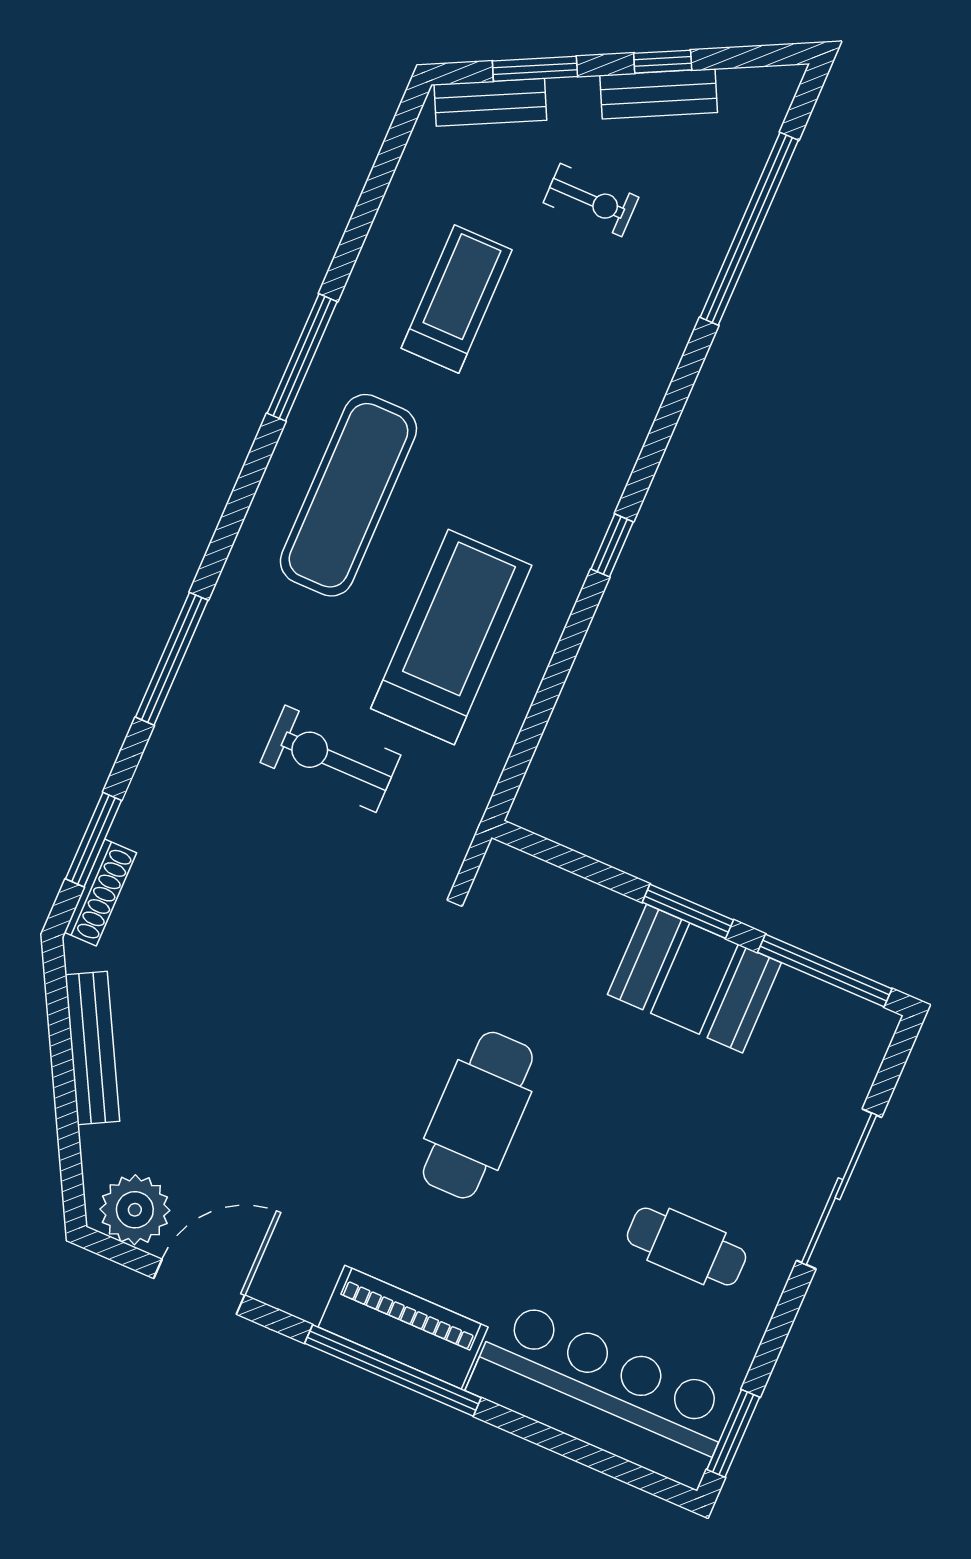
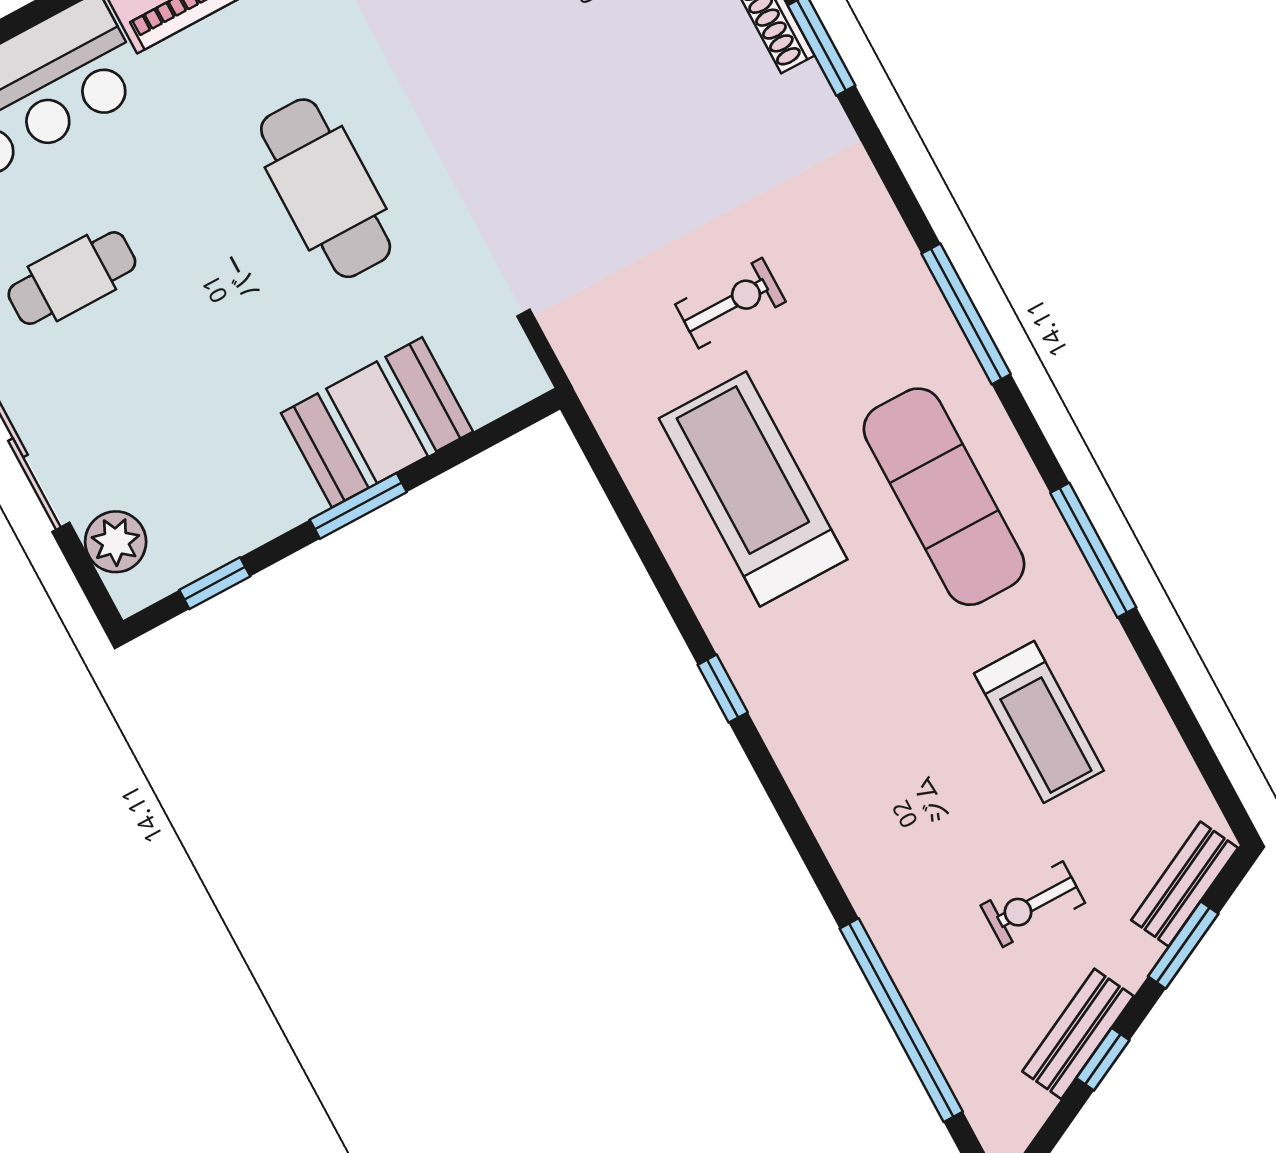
treadmill: (451, 637) -> (753, 489), turned 180
window: (172, 659) -> (966, 314), moved
exercise bike: (331, 759) -> (730, 303), width x0.73, depth x0.72
window: (825, 970) -> (215, 583), width x0.46
booth: (694, 979) -> (377, 422), moved
plant: (851, 1065) -> (116, 542), added

